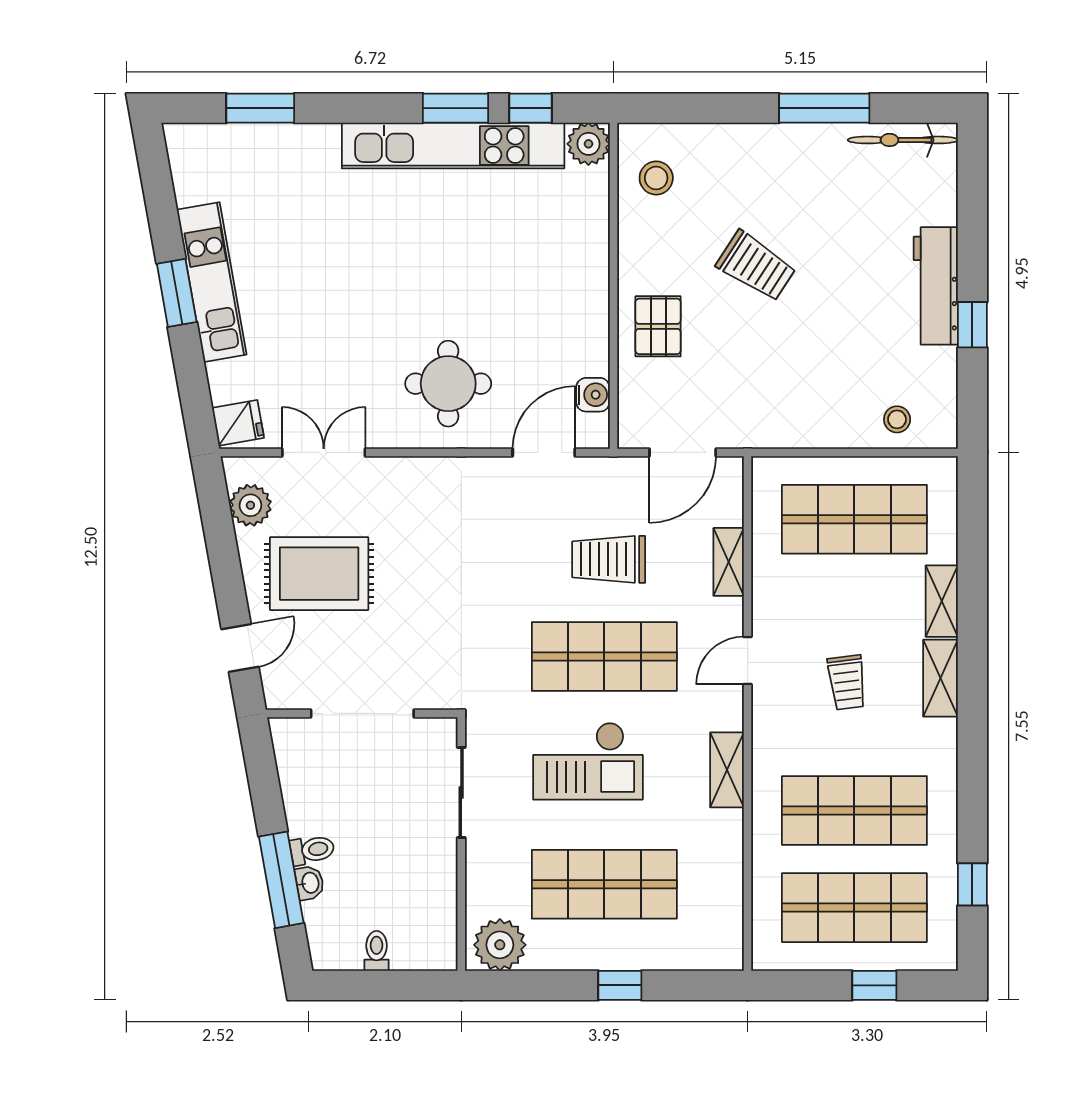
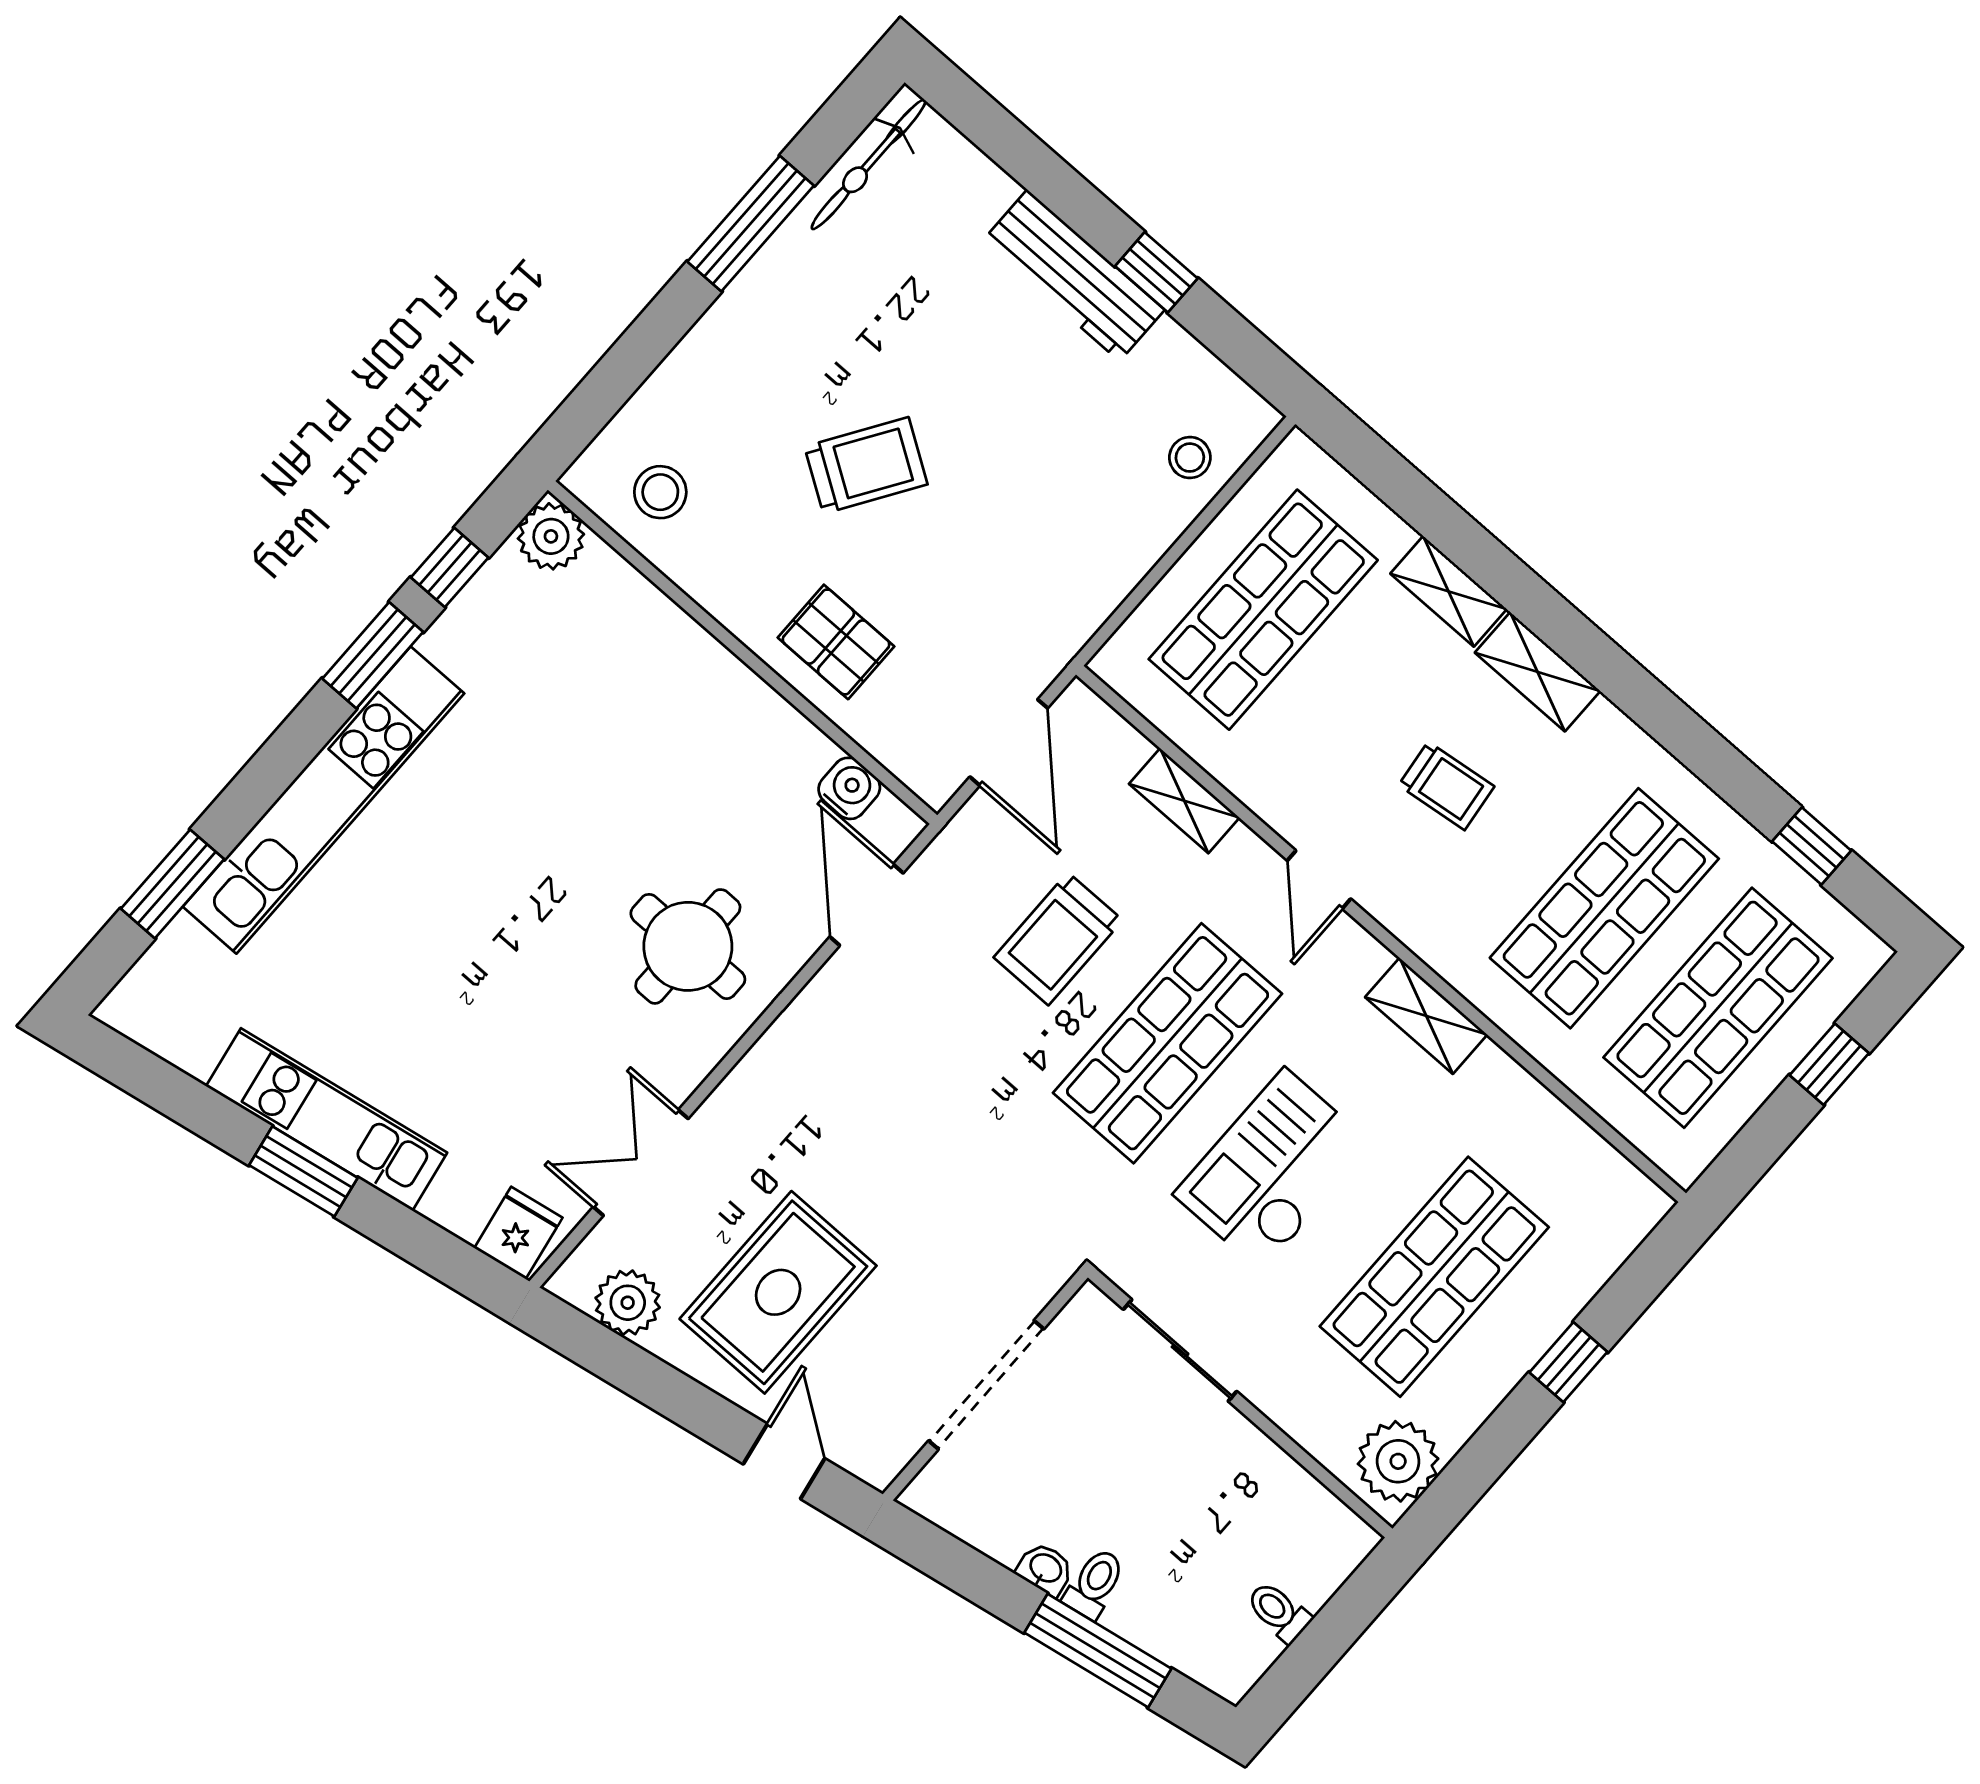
kitchen unit: (453, 145) -> (324, 800), moved
checkout: (588, 761) -> (1273, 1170), turned 180
washbasin: (310, 883) -> (1045, 1569), moved

